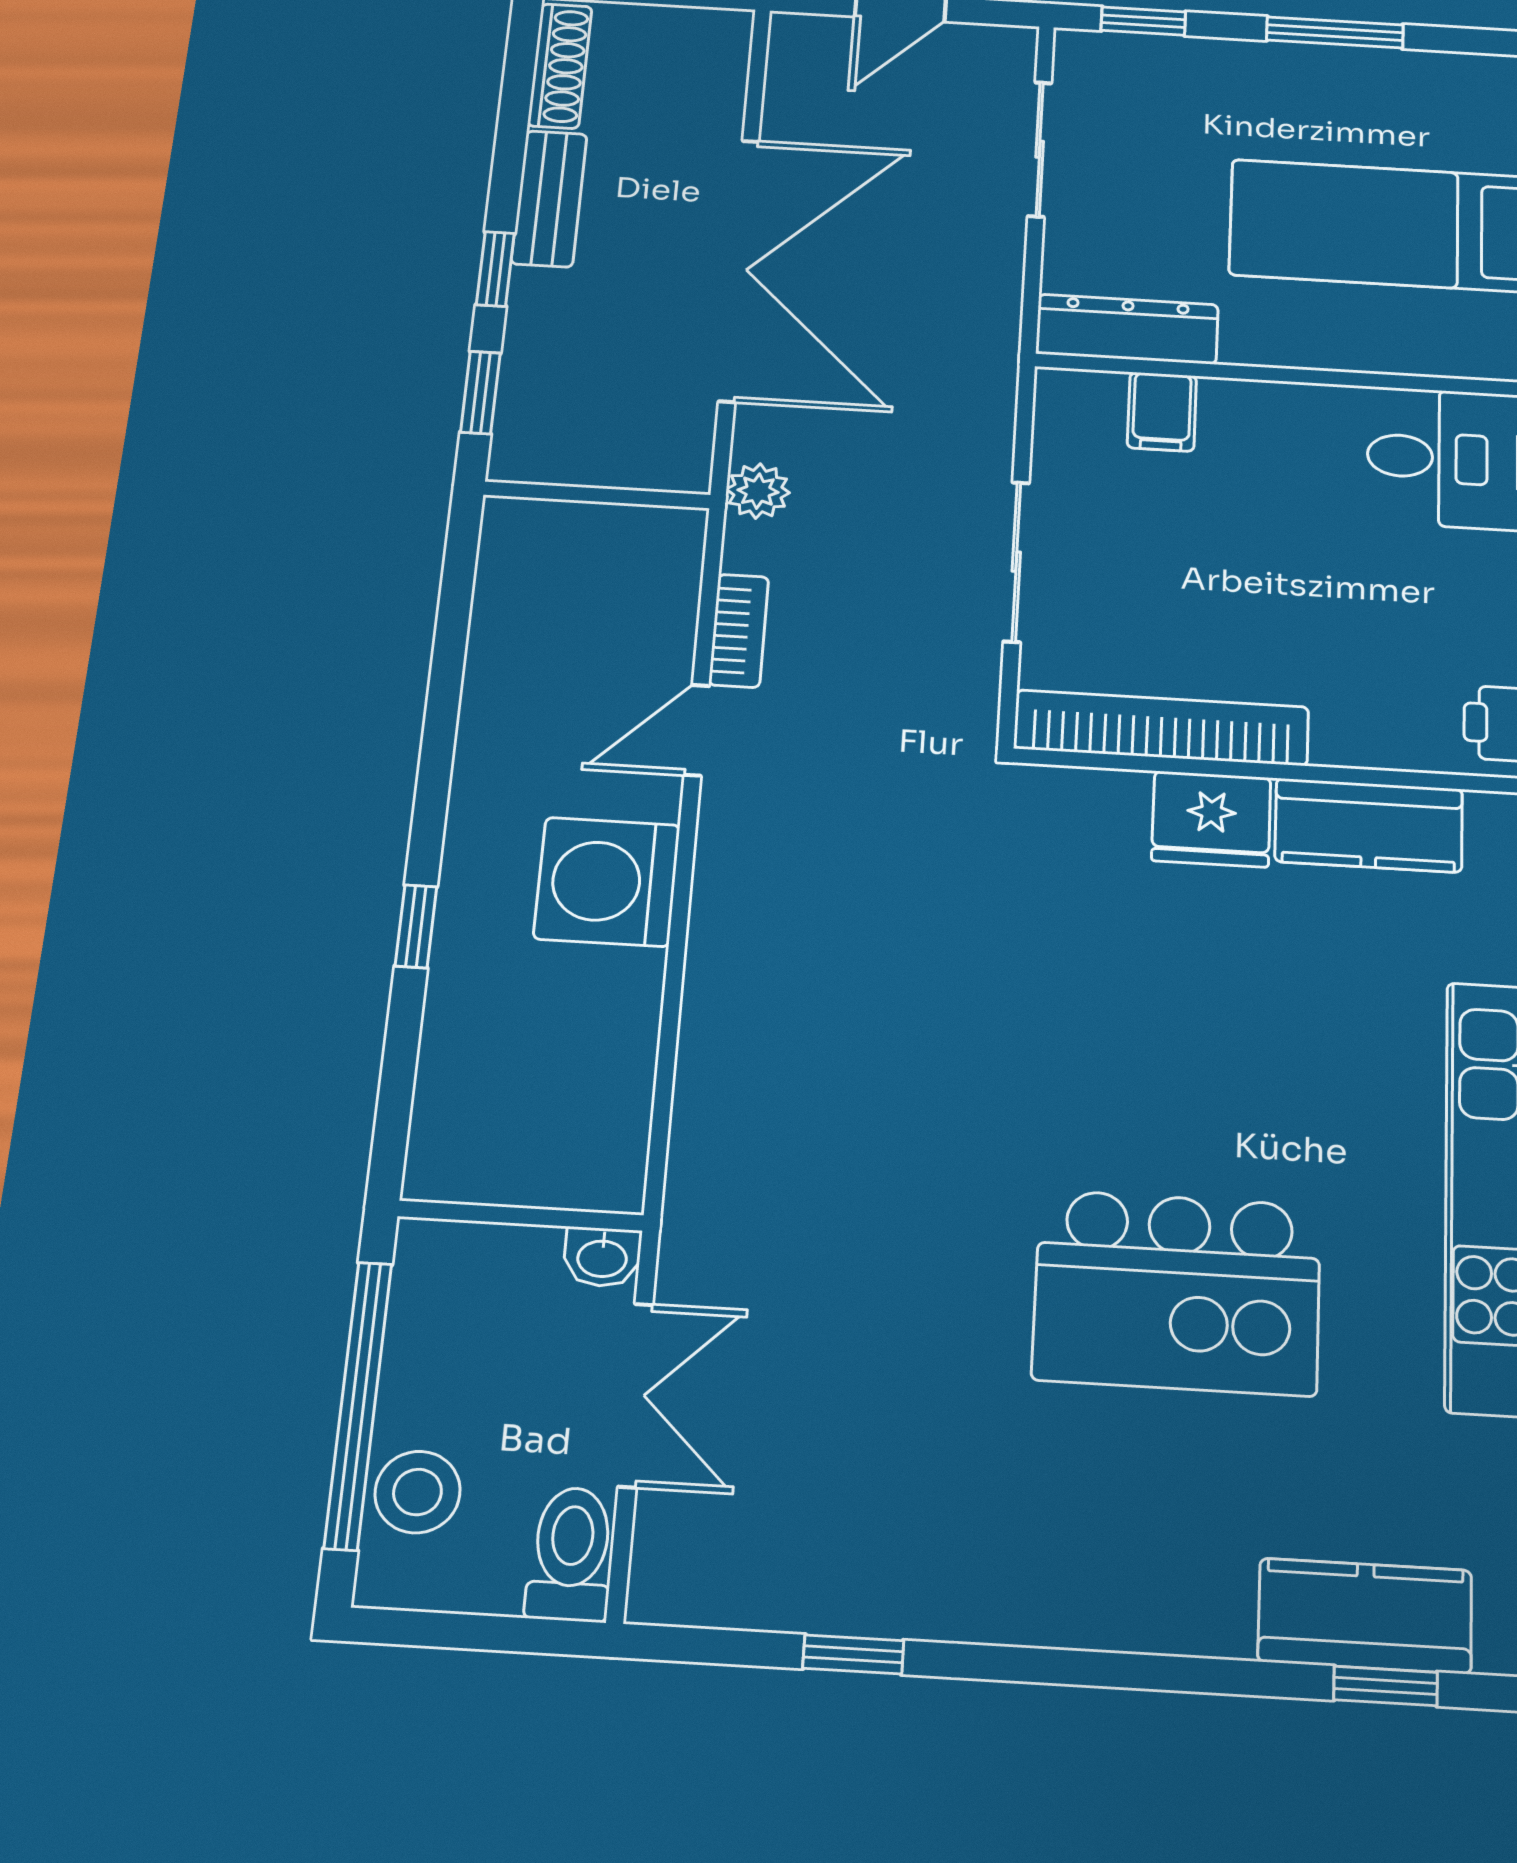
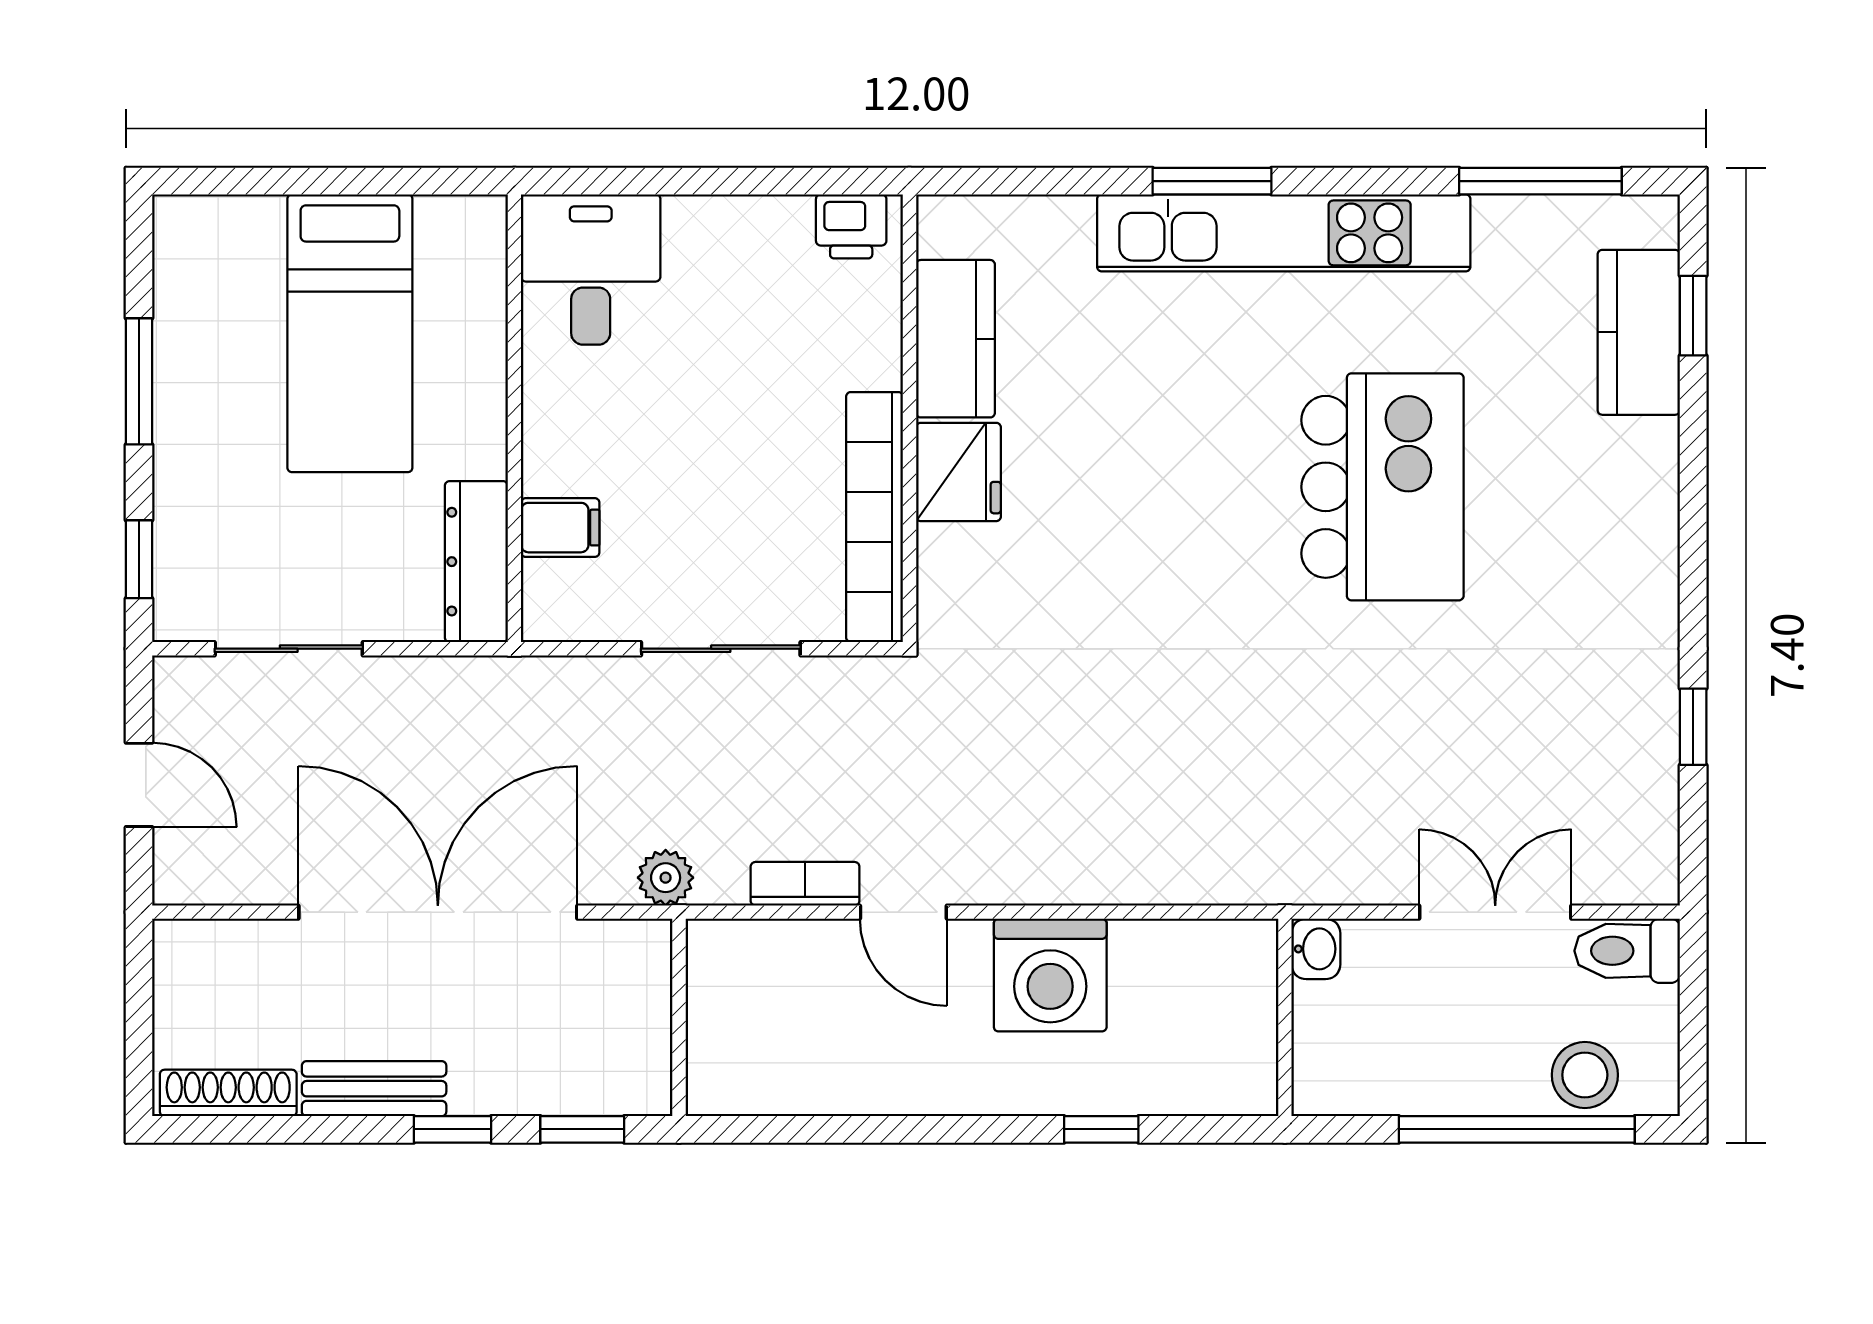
wall: (521, 1216) -> (1285, 1017), moved
washbasin: (602, 1257) -> (1316, 949), moved

